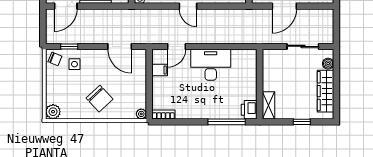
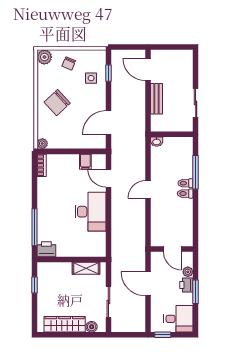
chair: (55, 59) -> (69, 63), moved
shelving: (268, 105) -> (86, 268), moved
window: (302, 122) -> (34, 285), moved

